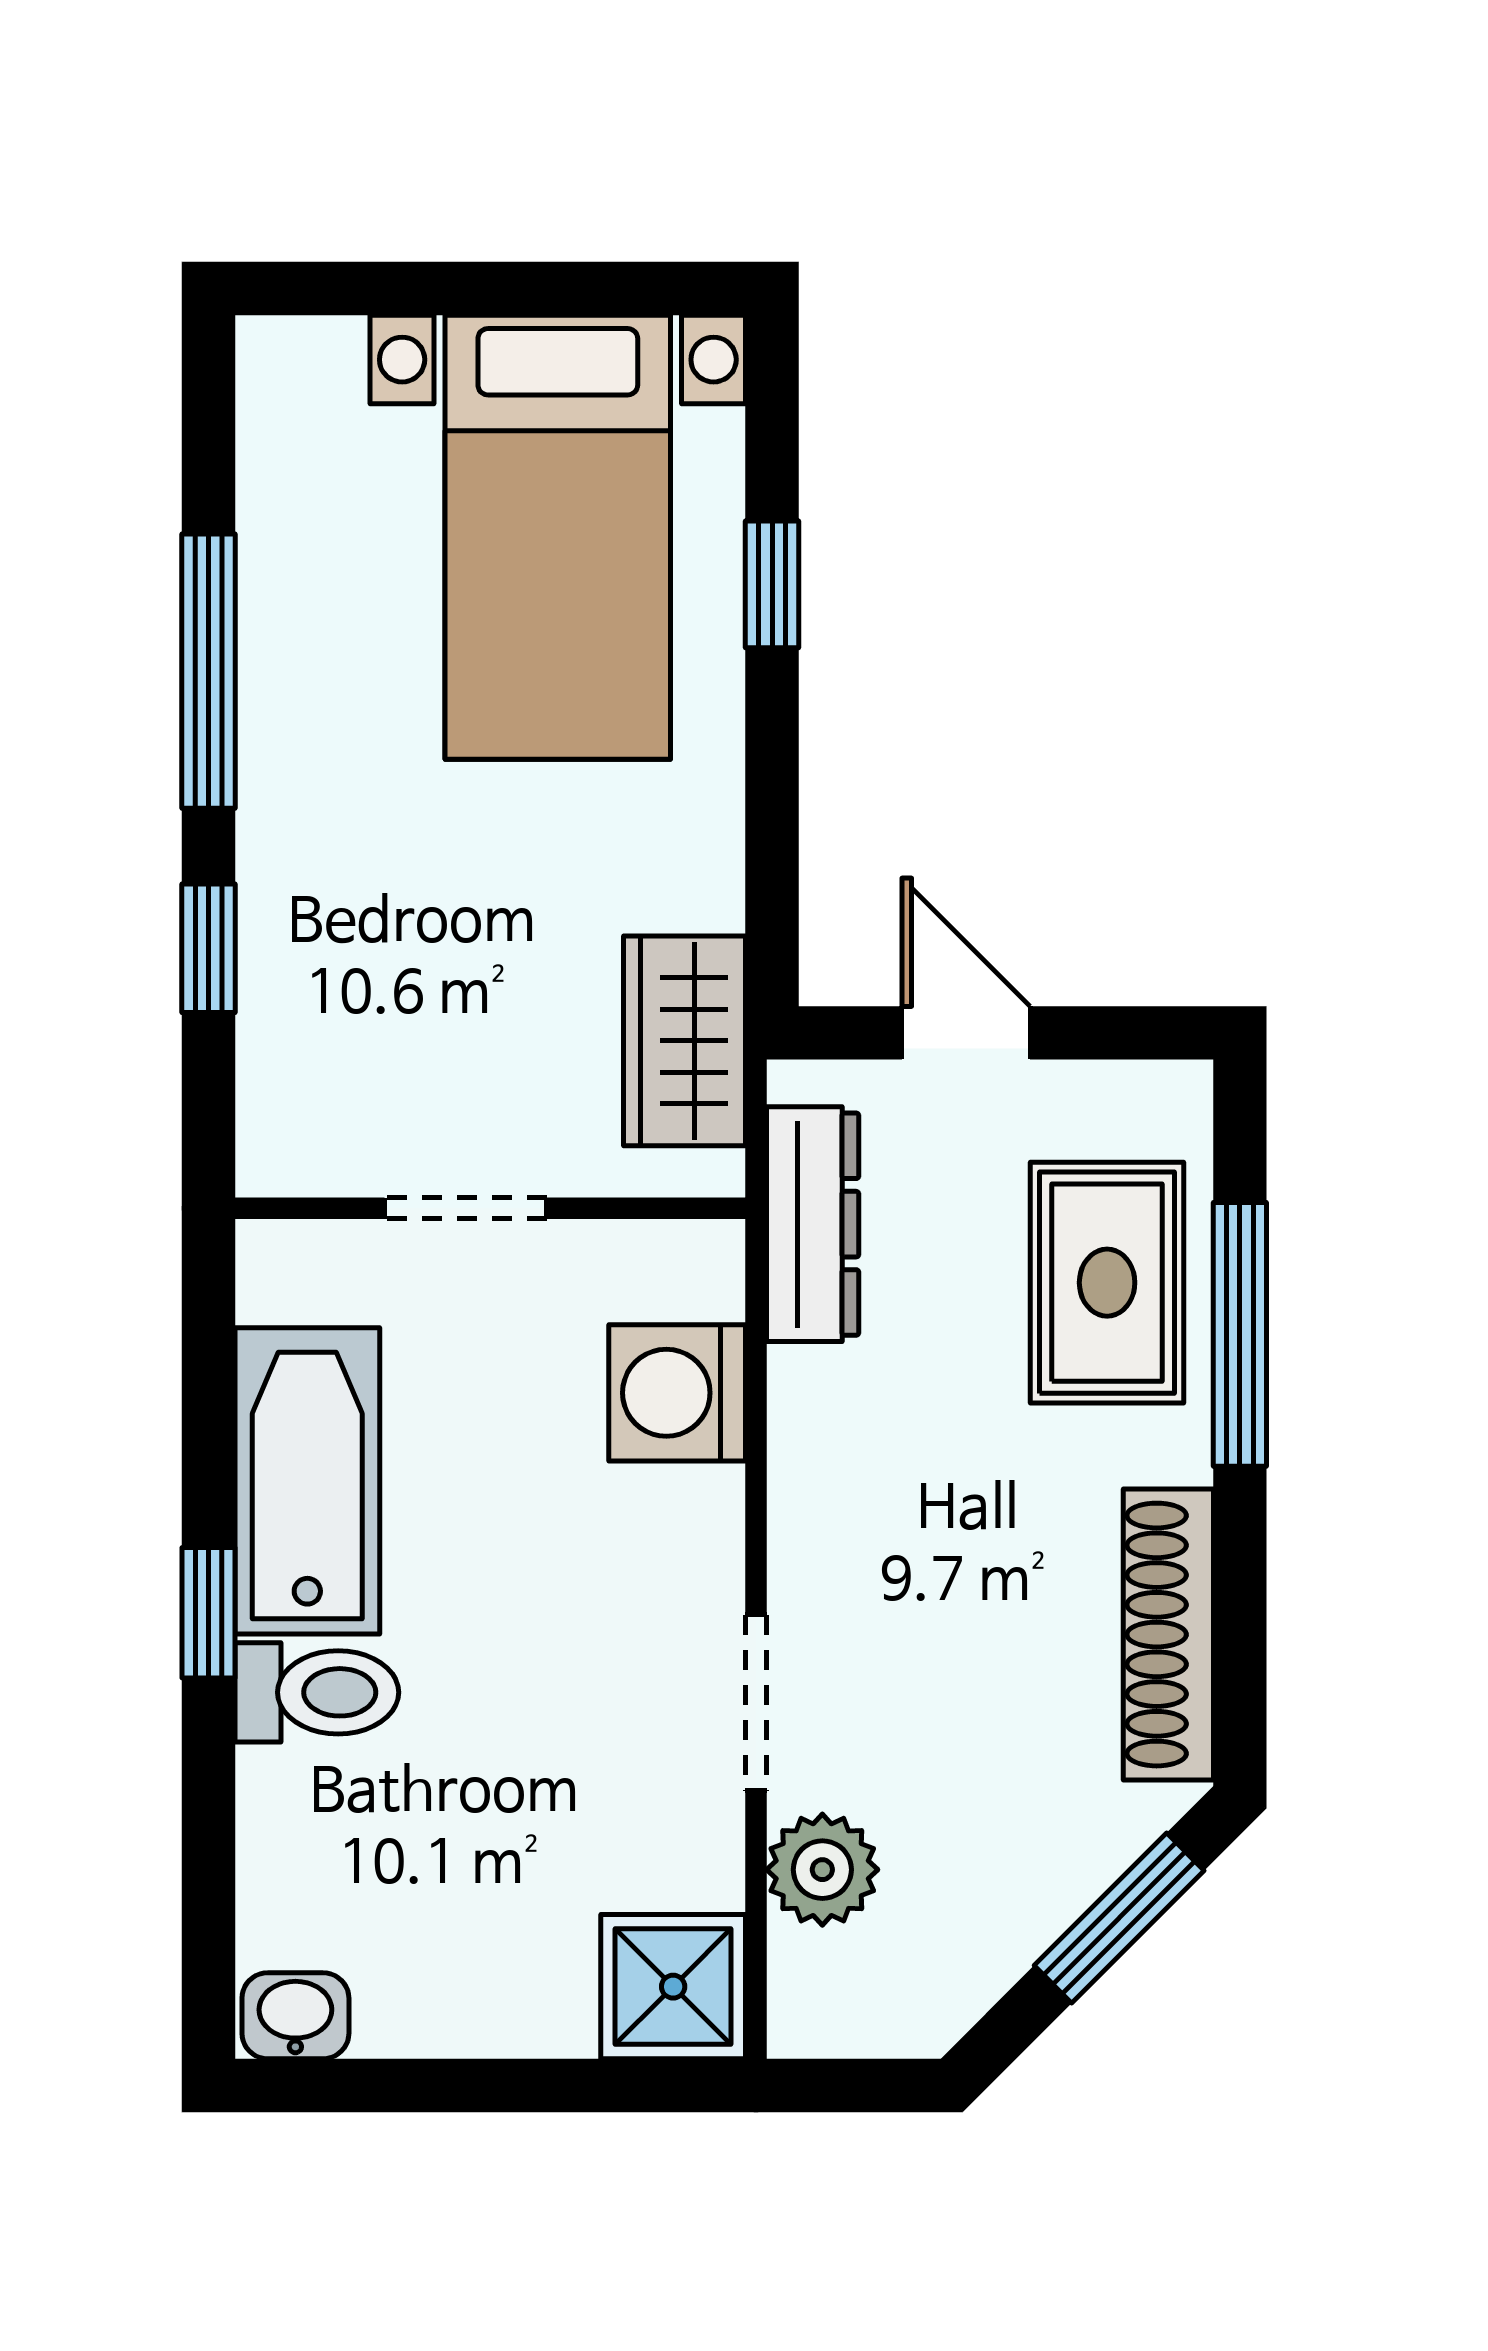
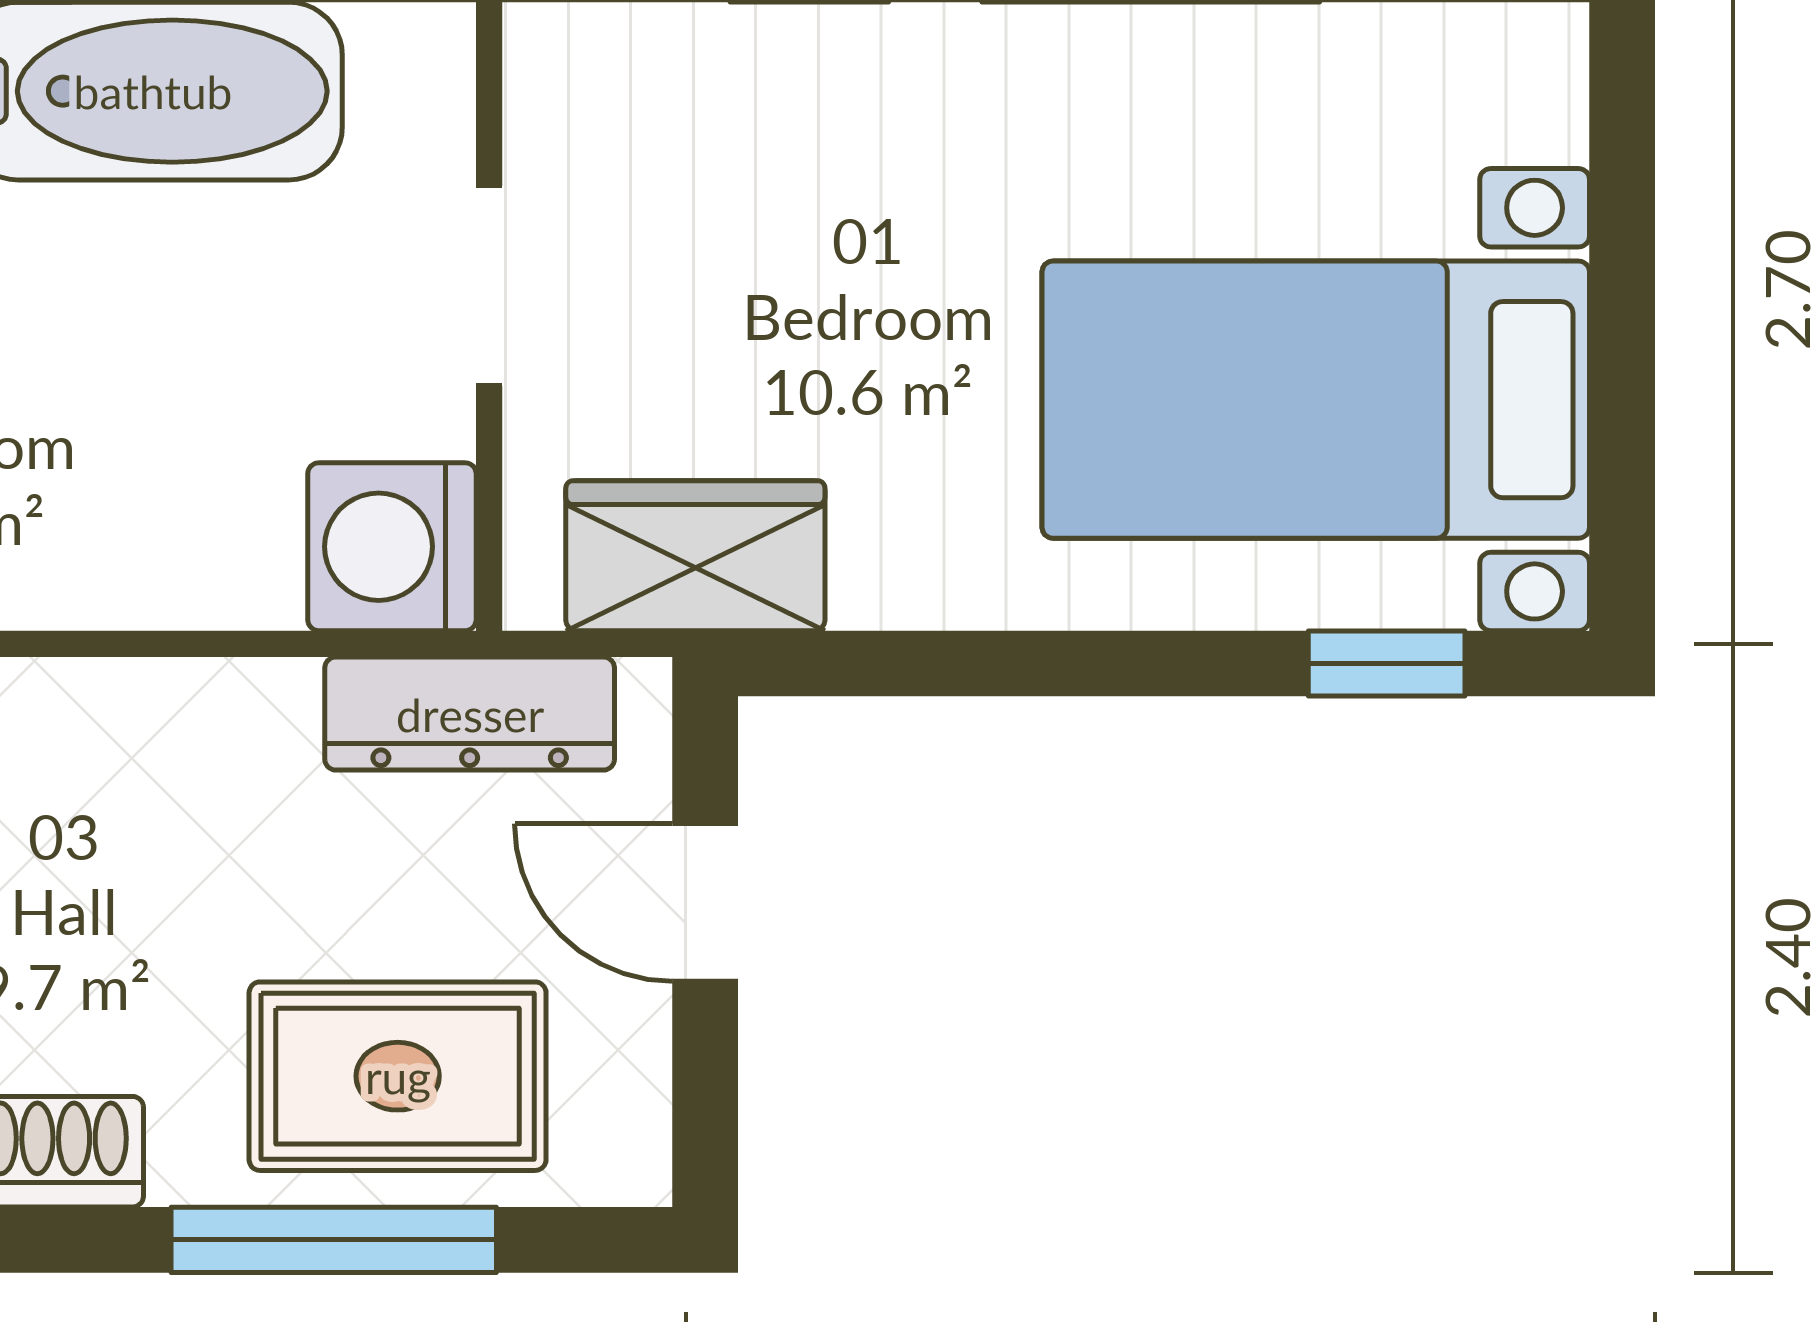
window: (772, 584) -> (1387, 664), moved
door: (966, 1033) -> (705, 903), swing flipped
washing machine: (677, 1393) -> (392, 547), moved, turned -90

